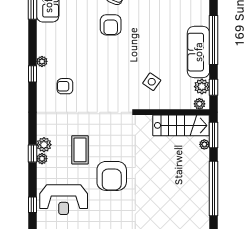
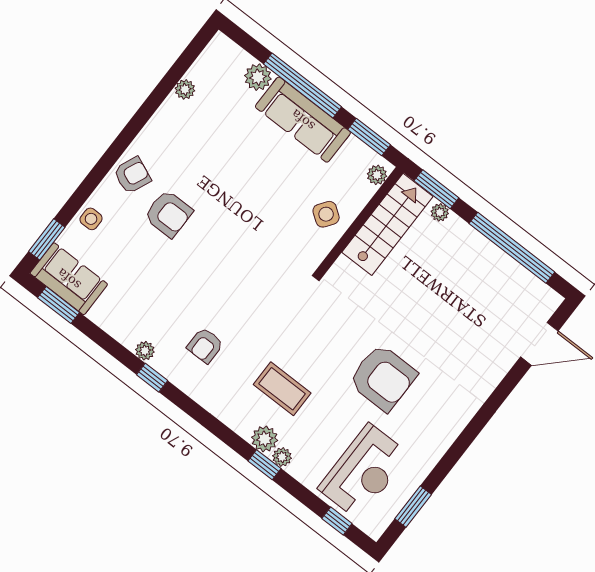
side table: (152, 82) -> (326, 214), moved
plant: (202, 87) -> (258, 77), moved
window: (213, 87) -> (369, 137), width x1.50
coffee table: (80, 150) -> (282, 389), moved

